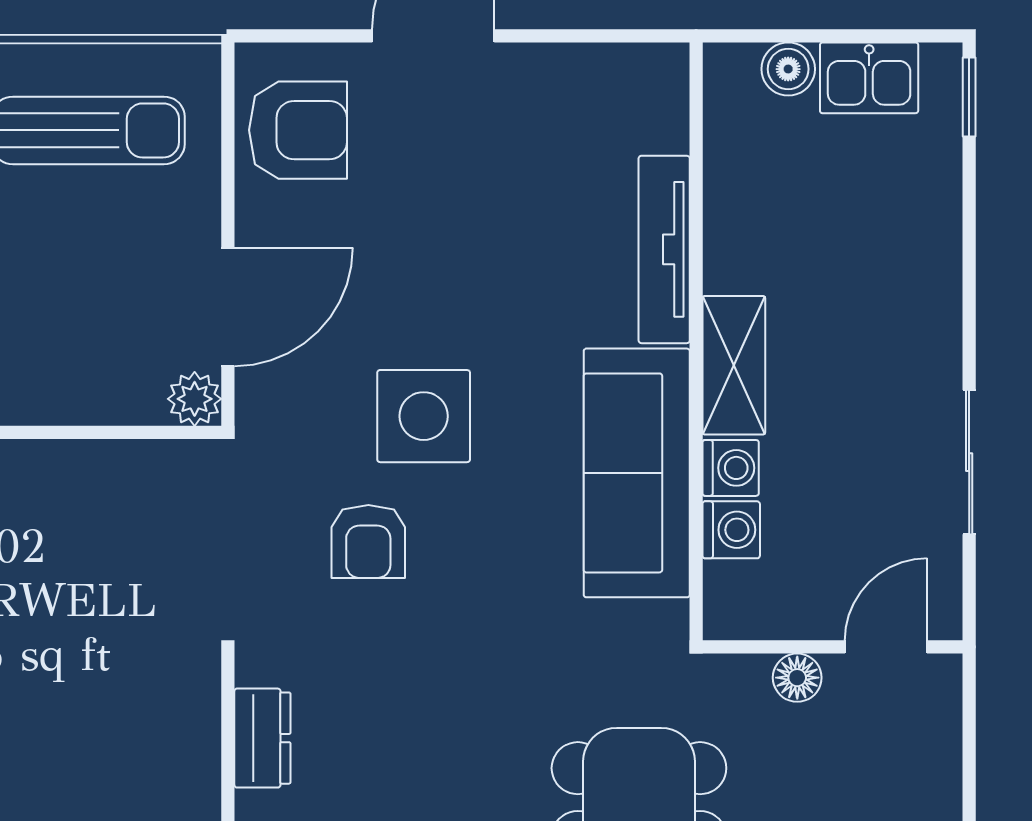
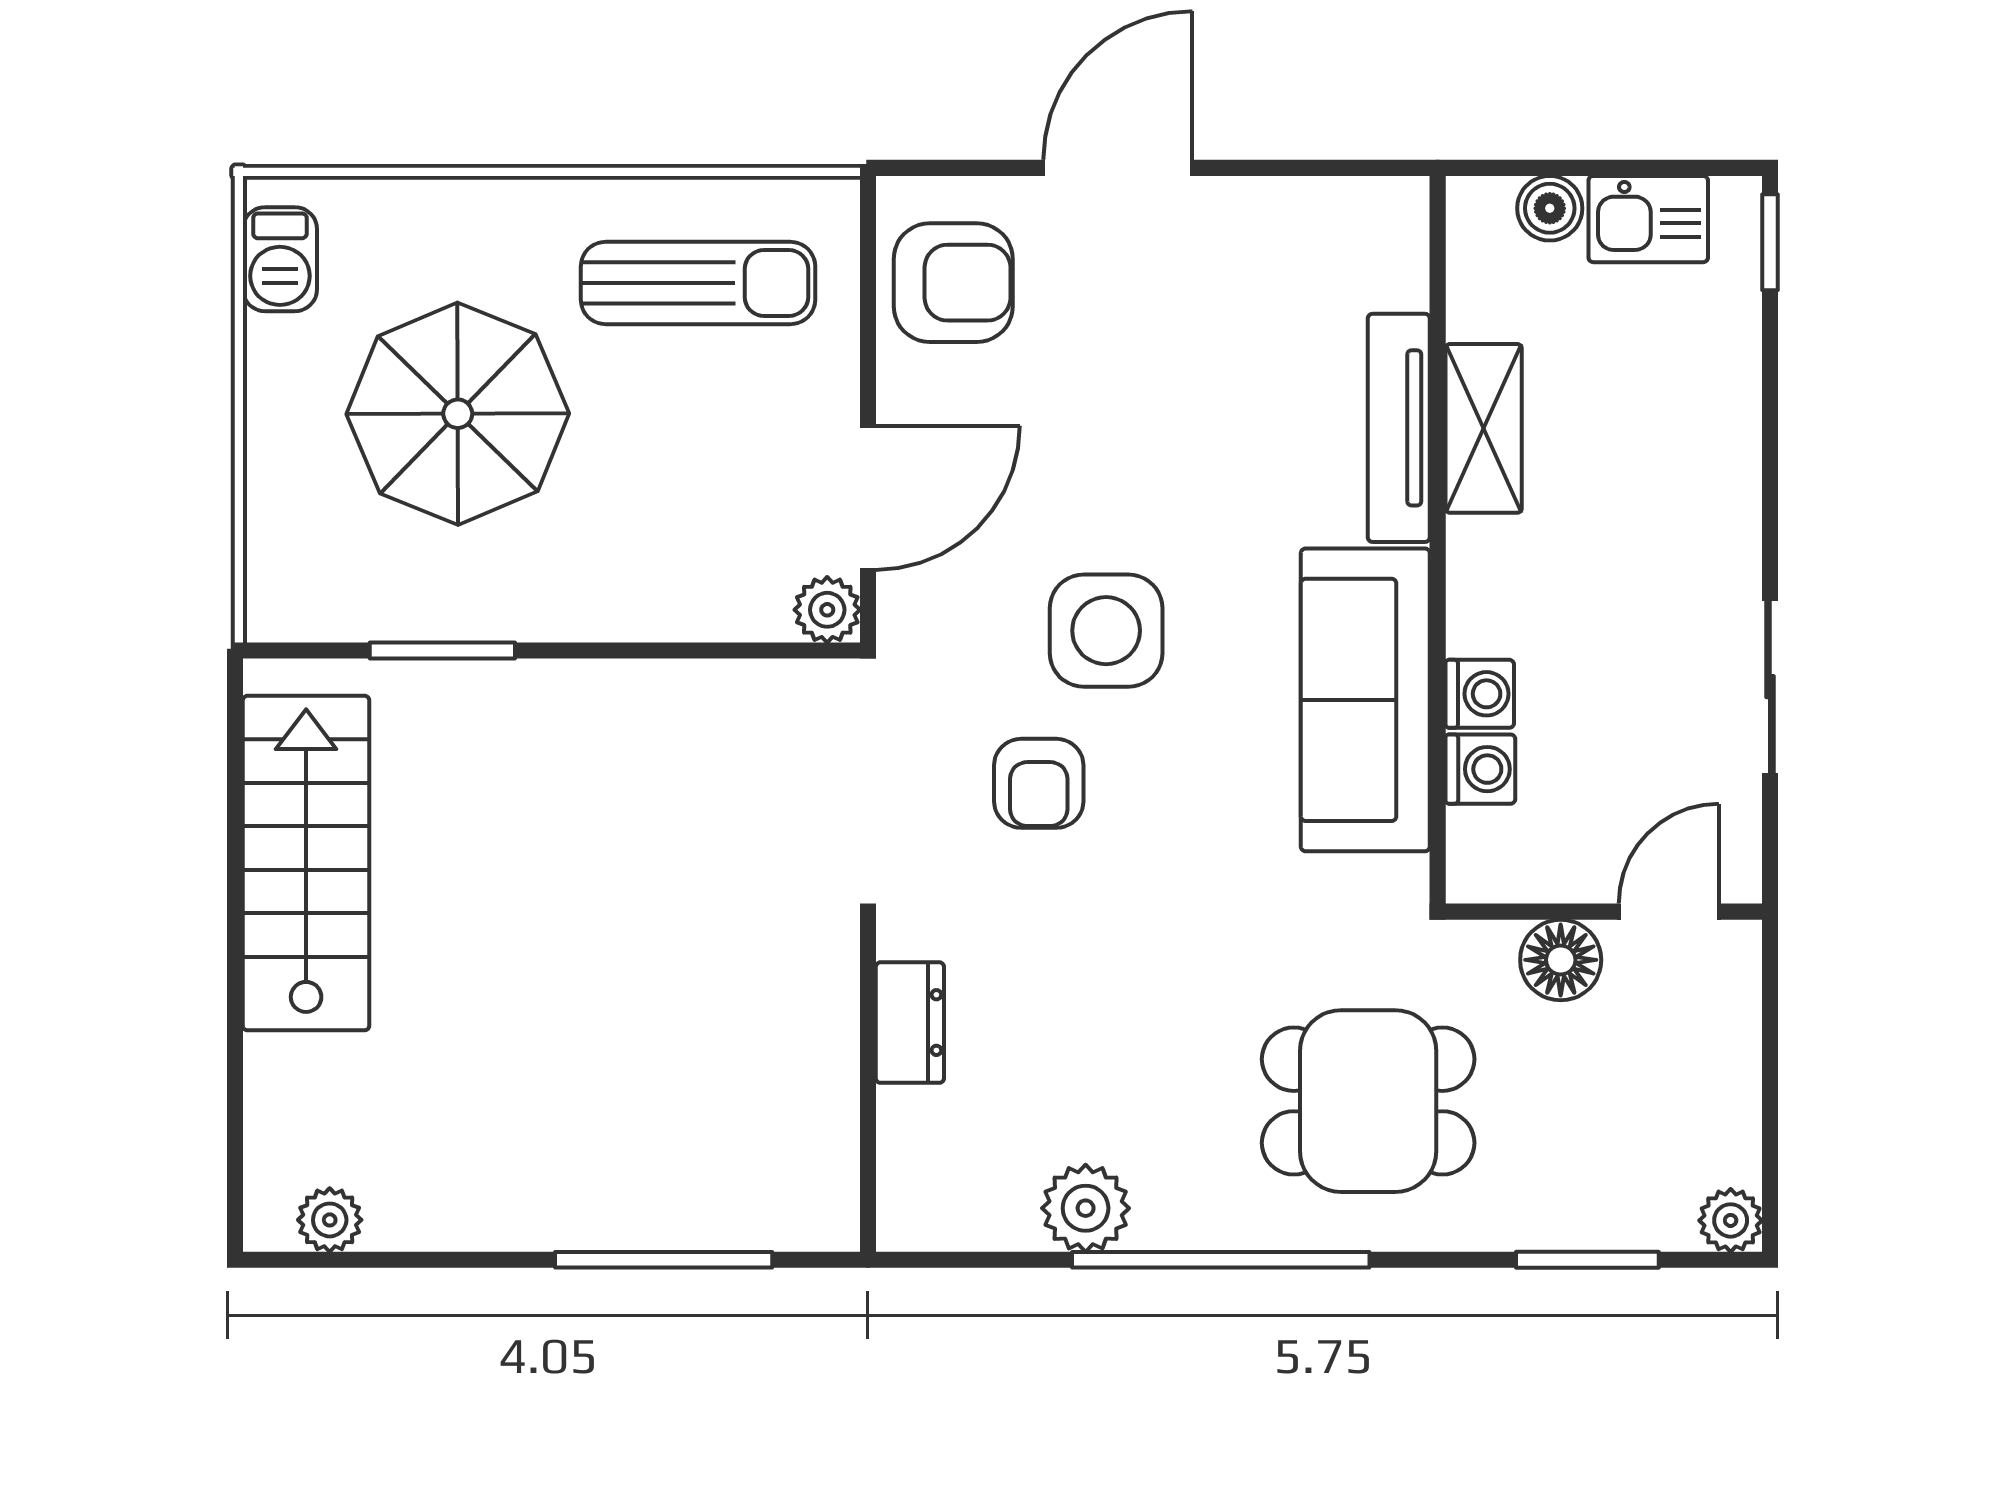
shelving: (734, 365) -> (1484, 428), moved
floor lamp: (797, 678) -> (1561, 960), width x1.37, depth x1.37

